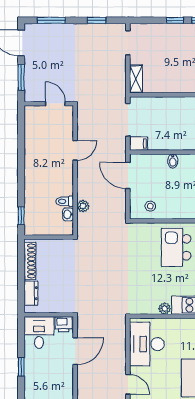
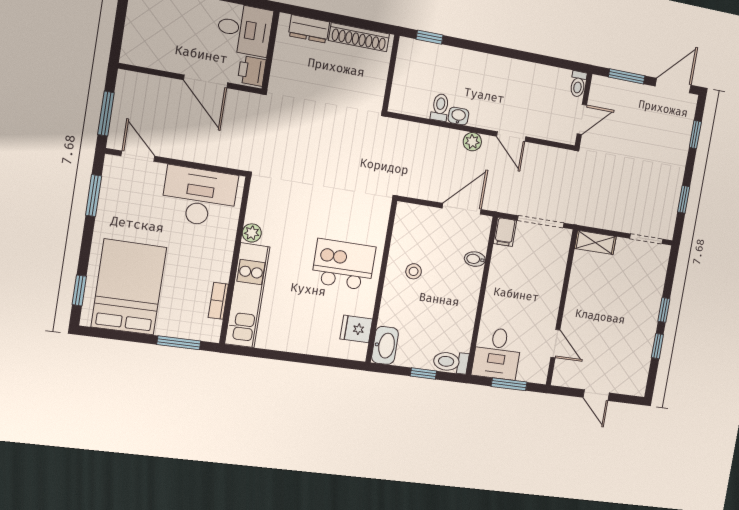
window: (51, 20) -> (695, 135), width x0.67
toilet: (33, 111) -> (578, 84), added
bidet: (173, 161) -> (475, 259), moved
plant: (83, 206) -> (472, 142), moved
stool: (150, 206) -> (414, 271), moved
washbasin: (68, 214) -> (458, 116), moved
door: (128, 384) -> (138, 156), swing flipped

